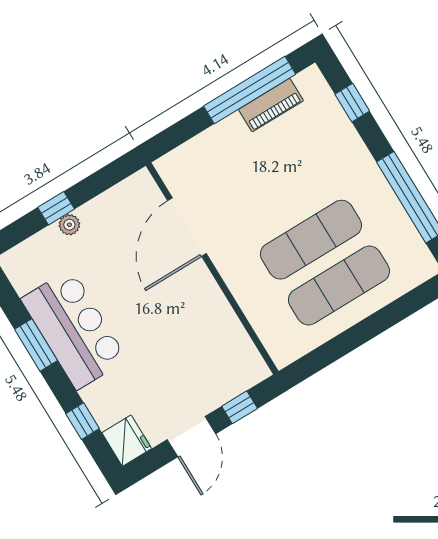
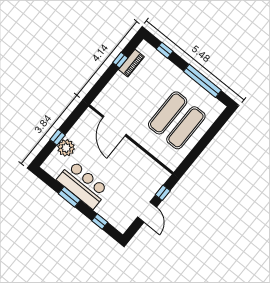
window: (250, 90) -> (120, 60), width x0.32
plant: (69, 225) -> (66, 148), width x1.87, depth x1.87
fridge: (127, 441) -> (121, 223), removed

